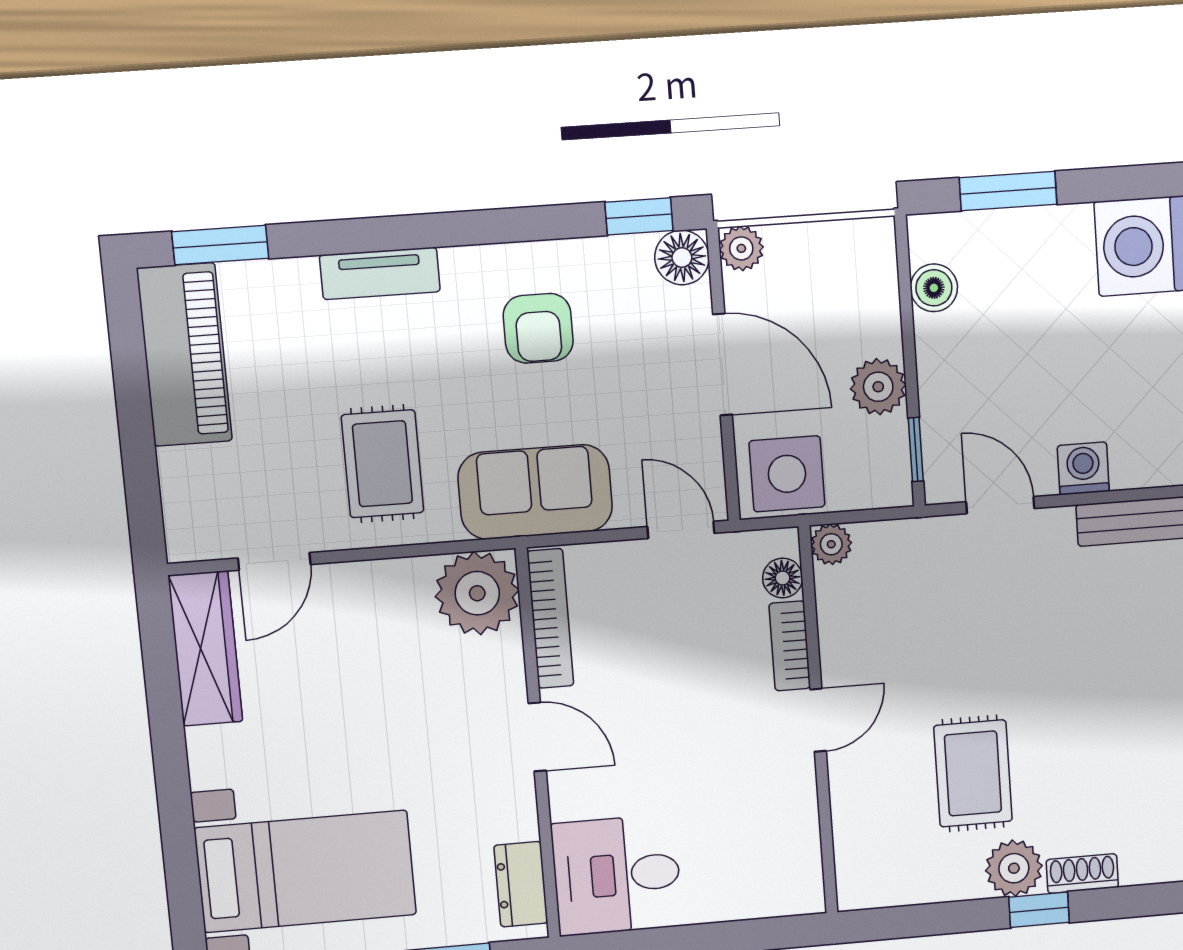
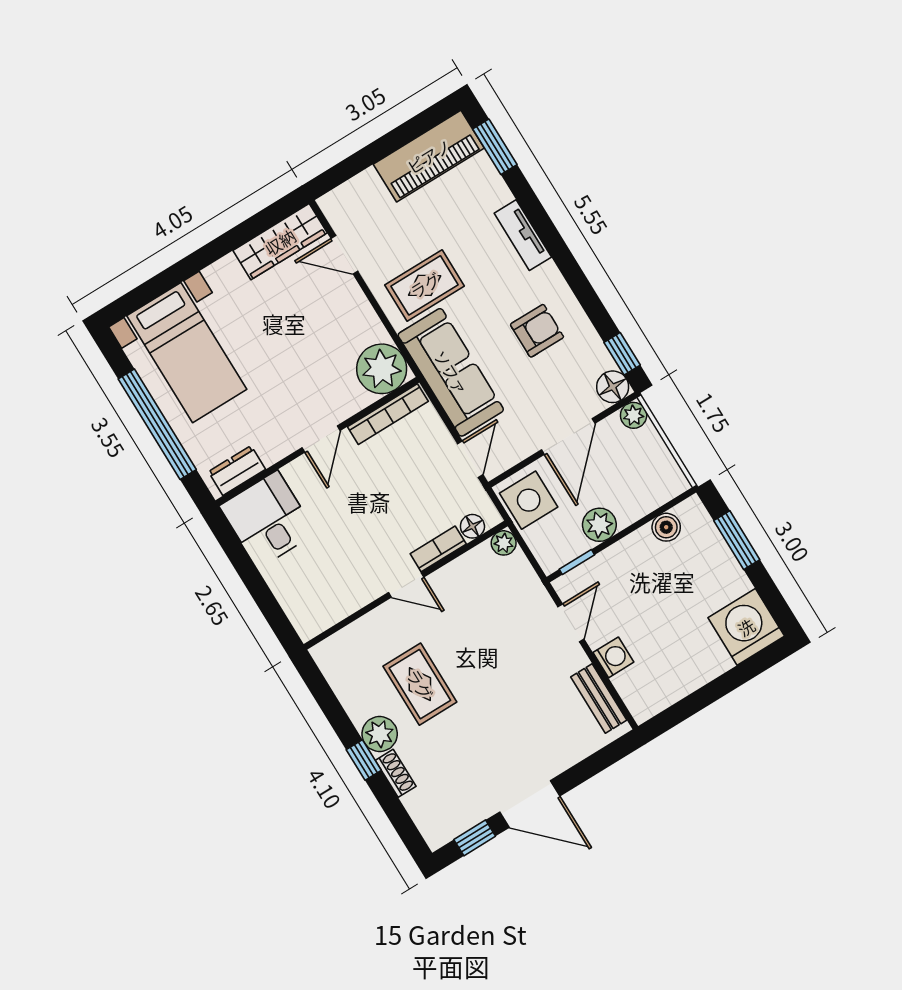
armchair: (538, 328) -> (537, 331), turned 180
sofa: (535, 492) -> (451, 372), width x1.36
rug: (973, 773) -> (420, 684), turned 90

